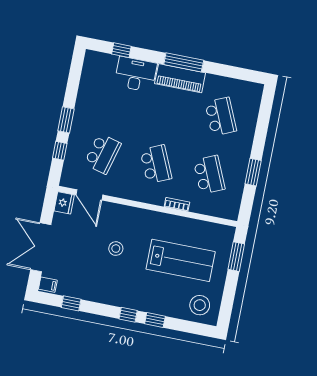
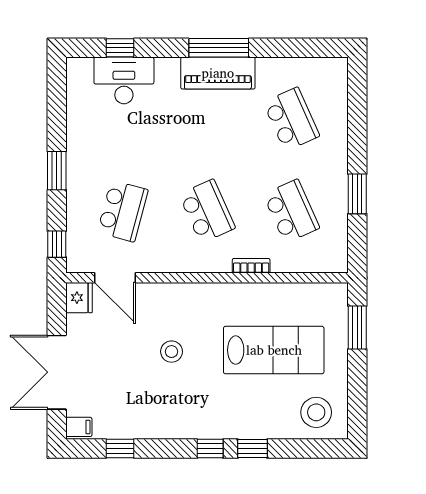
desk: (136, 74) -> (124, 80), moved
window: (60, 151) -> (57, 244), moved

